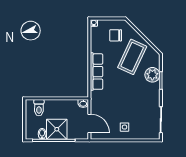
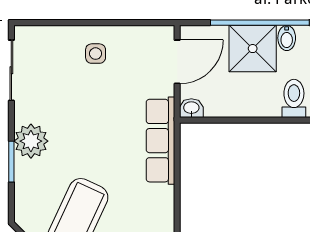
row of seats: (97, 72) -> (160, 141), moved
plant: (152, 75) -> (31, 141), moved
door: (89, 123) -> (177, 62), swing flipped

